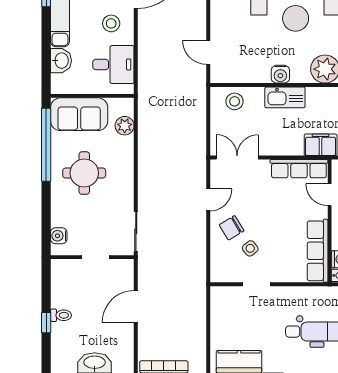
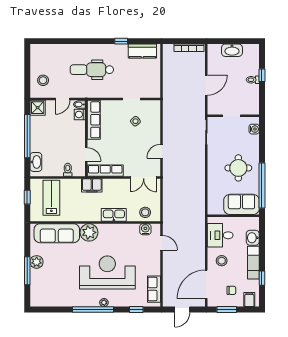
water cooler: (280, 74) -> (145, 229), moved
plant: (125, 126) -> (213, 197), removed
chair: (232, 228) -> (147, 134), removed

